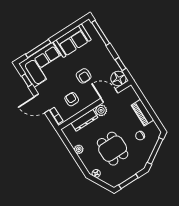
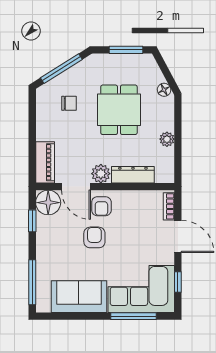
armchair: (72, 99) -> (101, 206), moved
piano: (142, 113) -> (45, 162), moved

